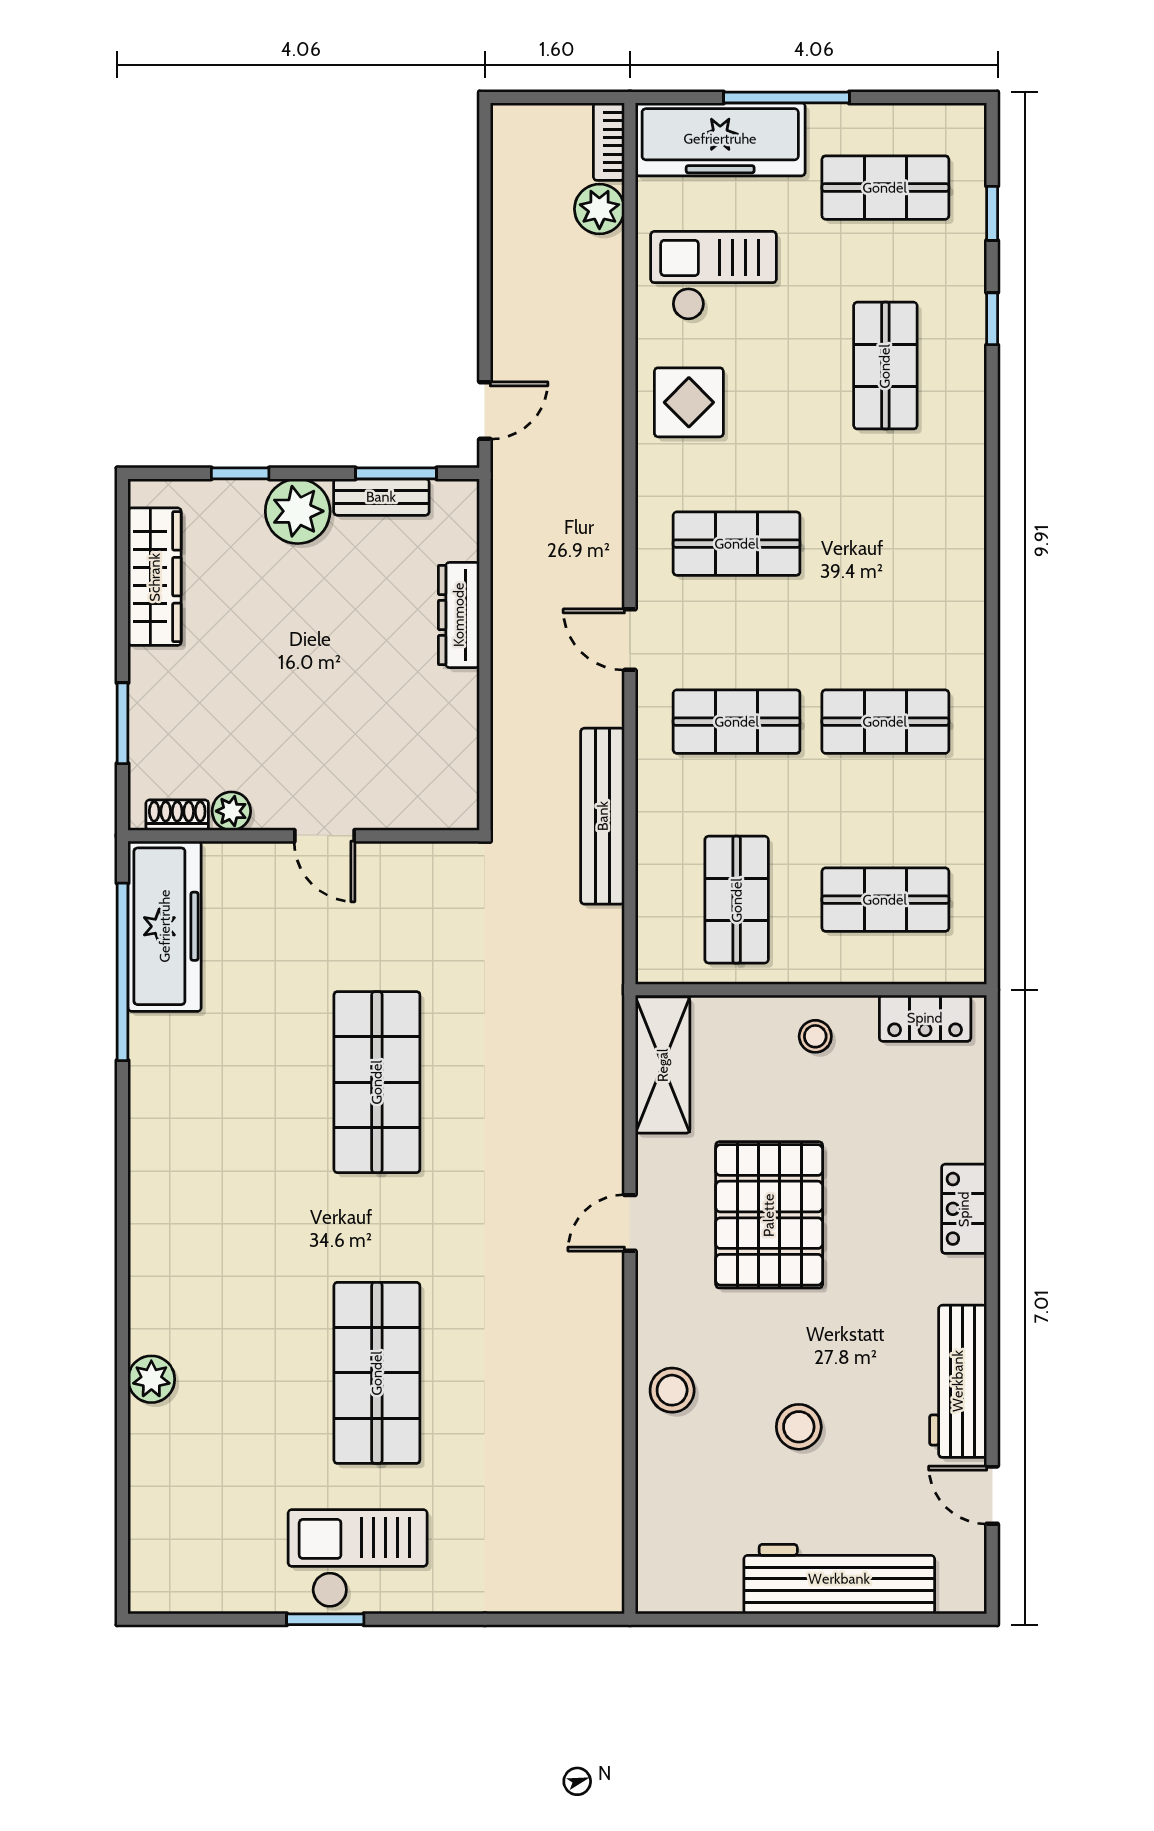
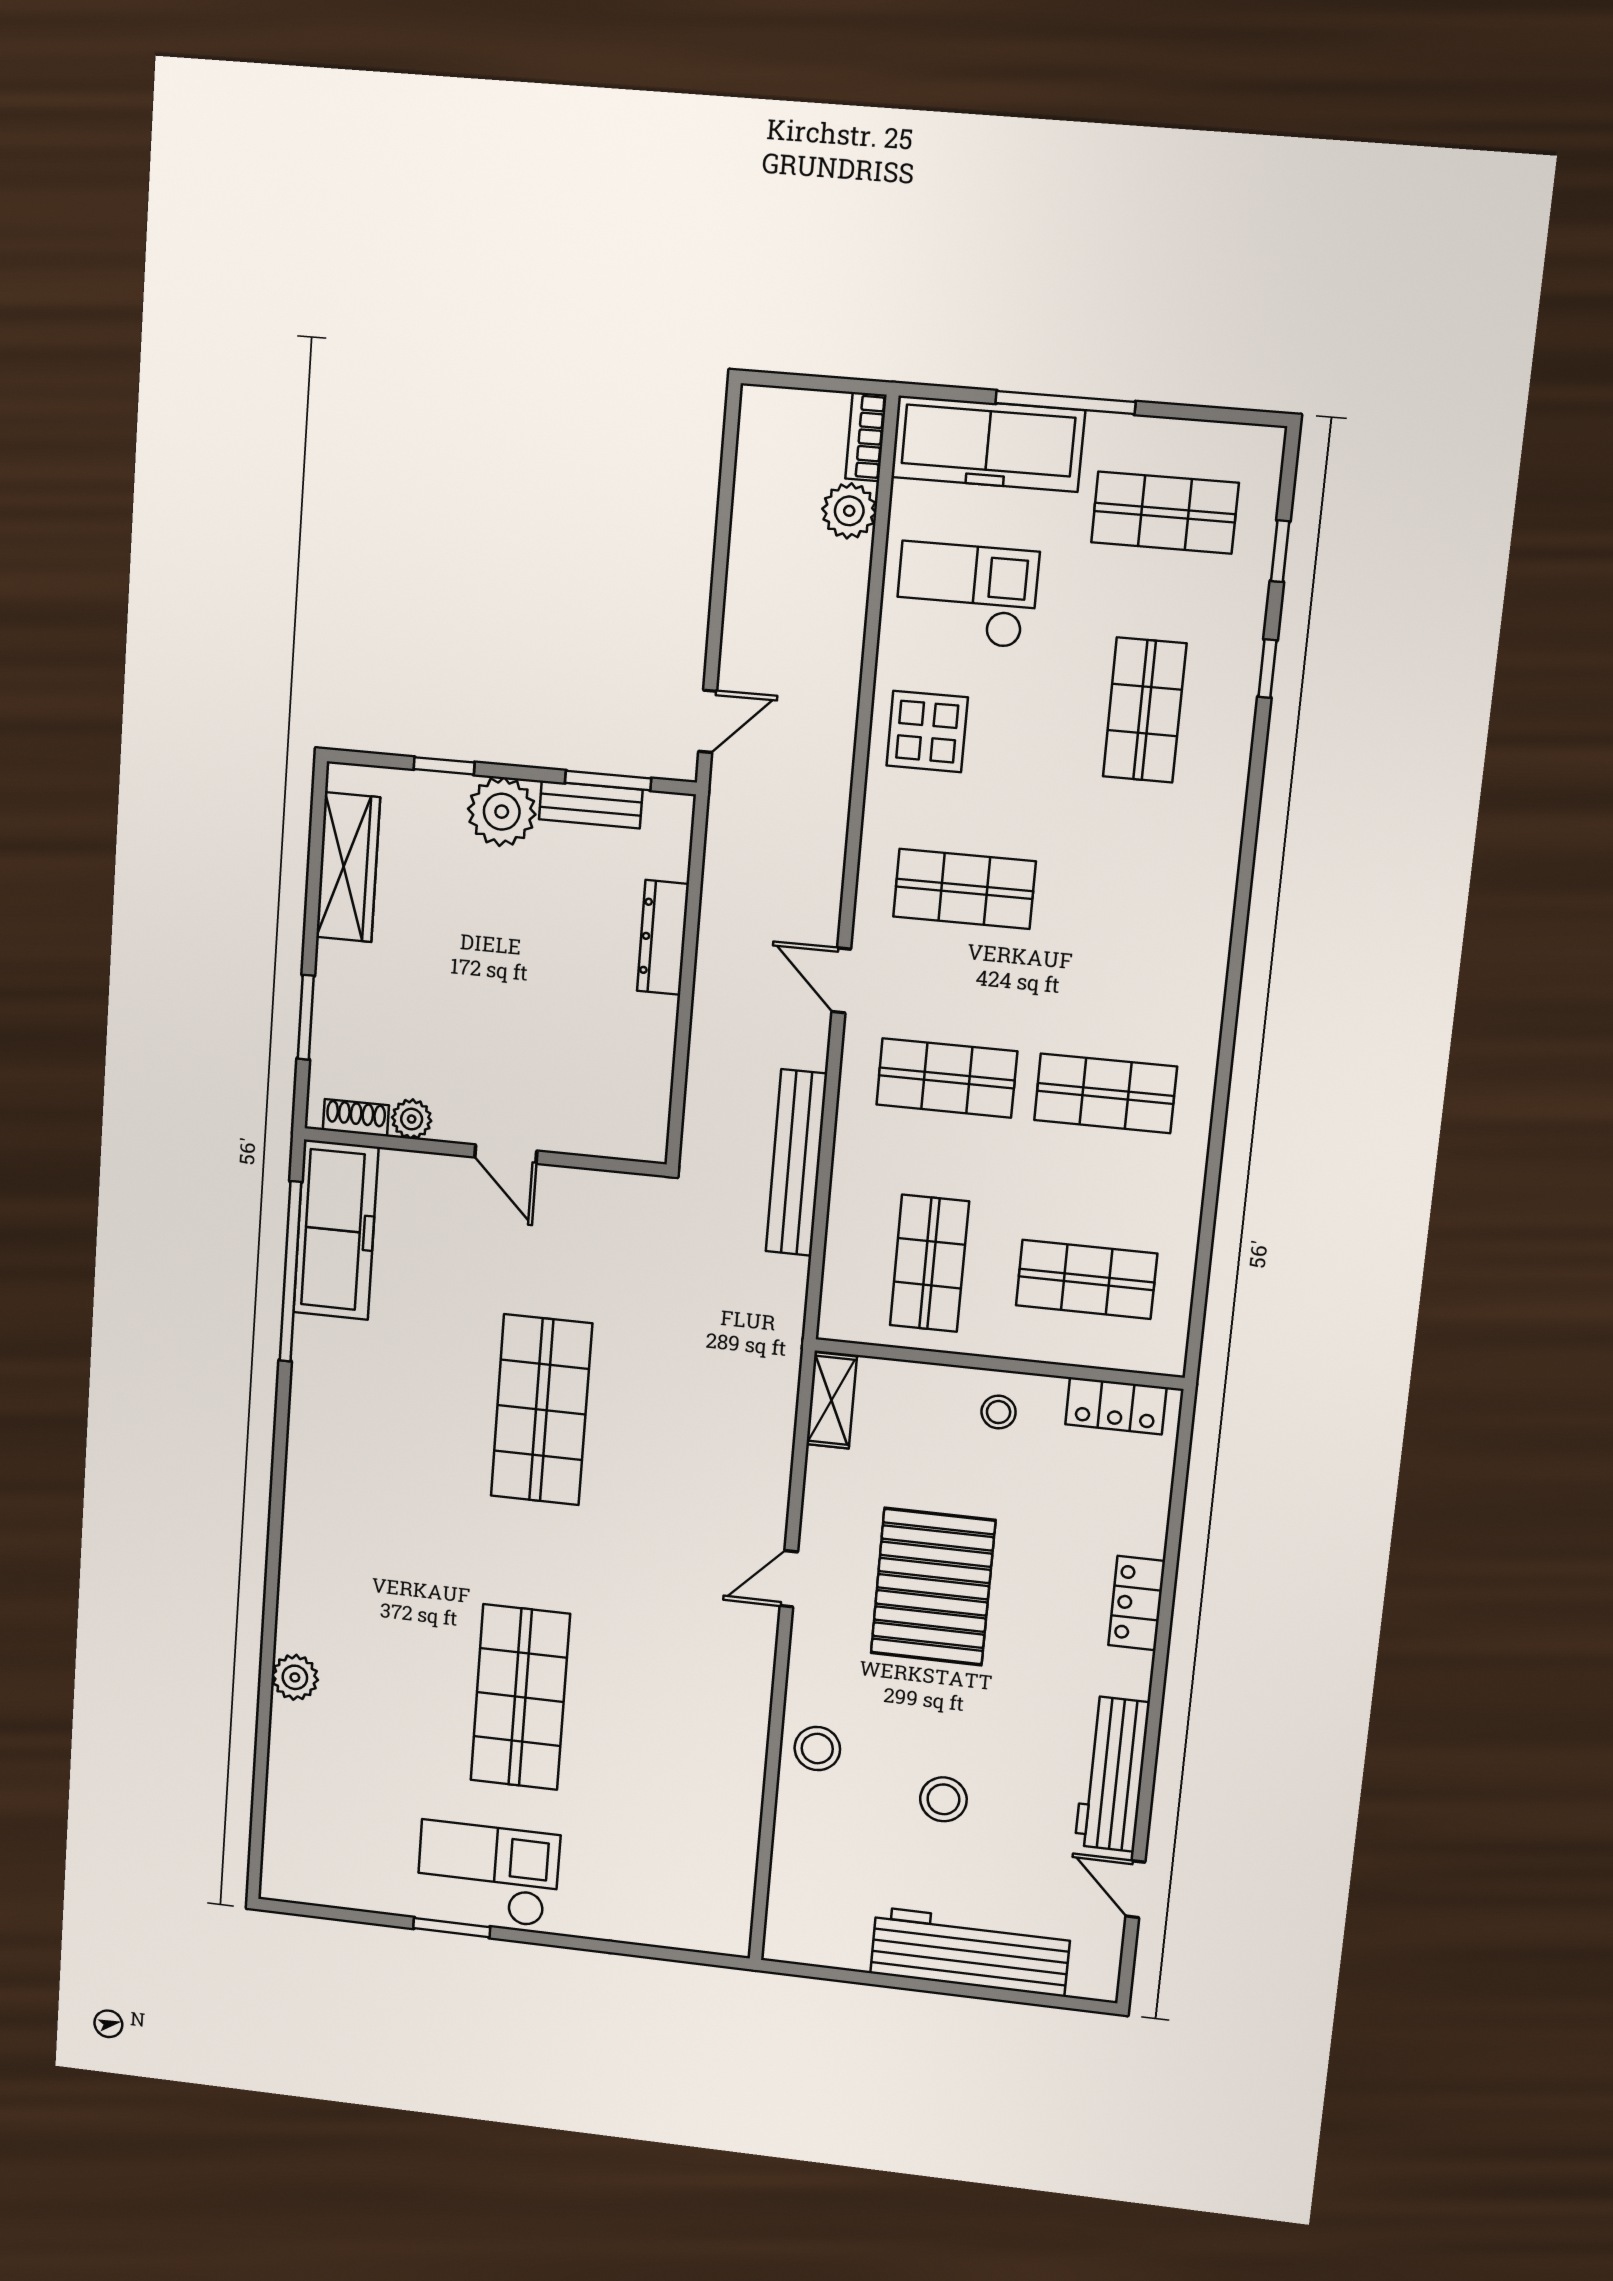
shelving: (663, 1065) -> (832, 1400), width x0.67, depth x0.75

